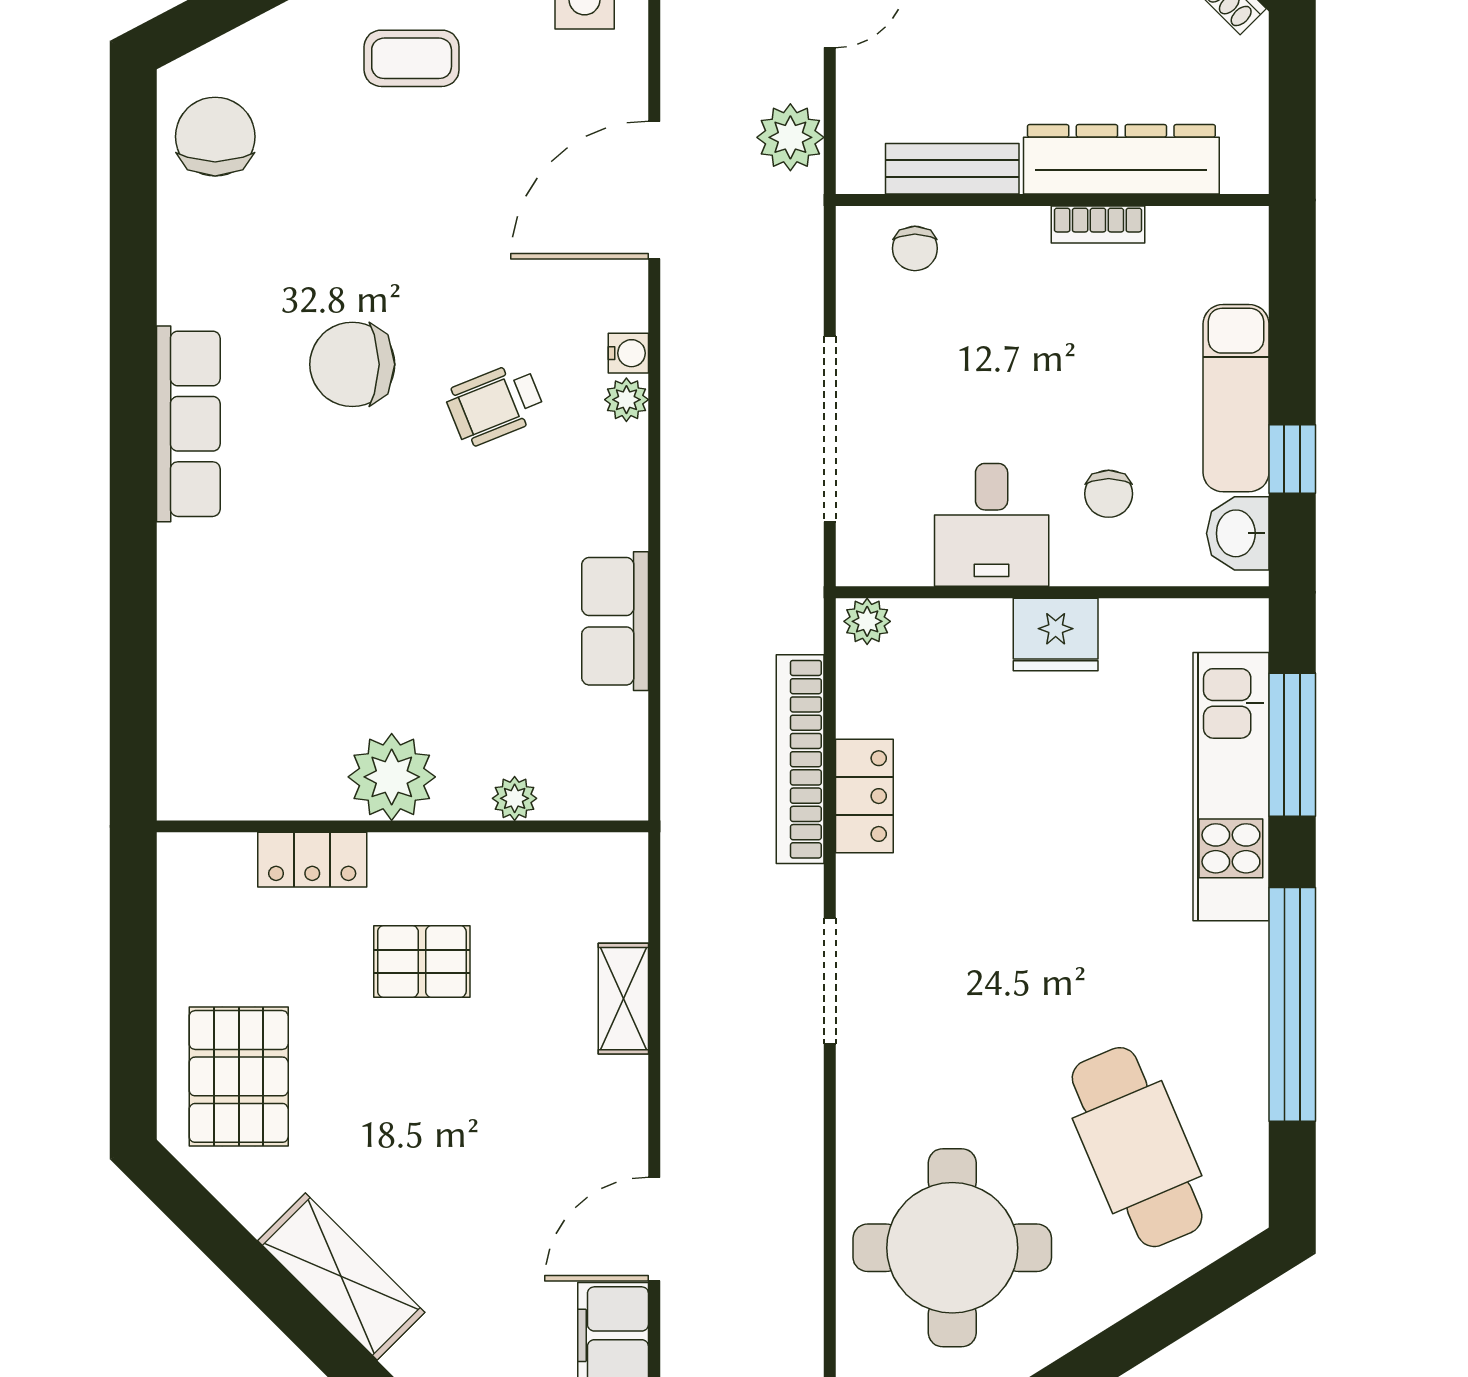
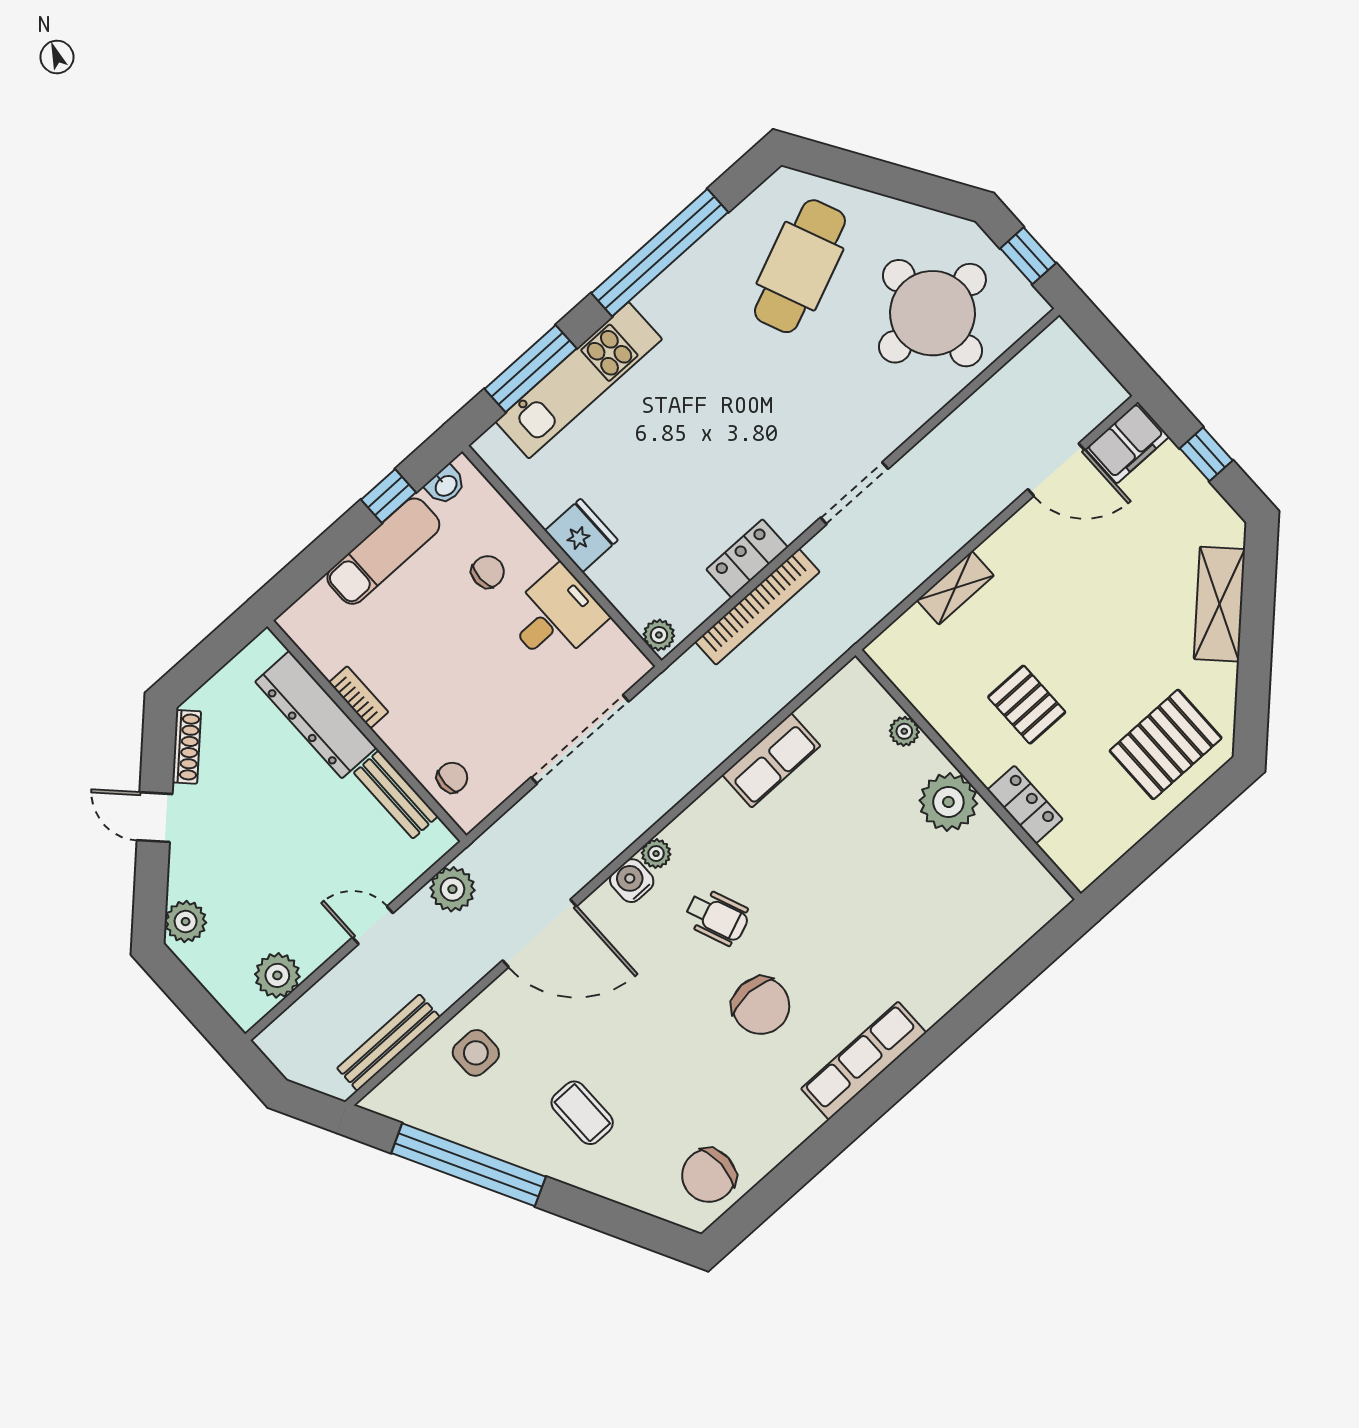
water cooler: (628, 353) -> (632, 881), width x1.38, depth x1.38
washbasin: (1238, 533) -> (446, 485), width x0.72, depth x0.69

